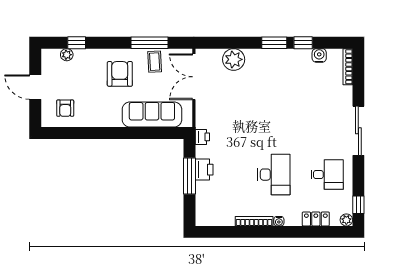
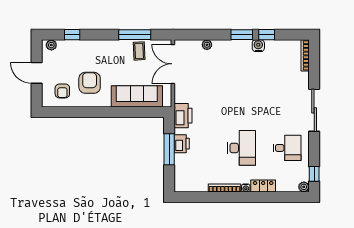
plant: (67, 55) -> (51, 45), moved
water cooler: (319, 55) -> (258, 46), moved
plant: (234, 59) -> (207, 45), width x0.53, depth x0.53
armchair: (120, 74) -> (90, 83), moved
printer: (202, 137) -> (183, 116), width x1.87, depth x1.48
locker: (316, 219) -> (263, 186), moved

